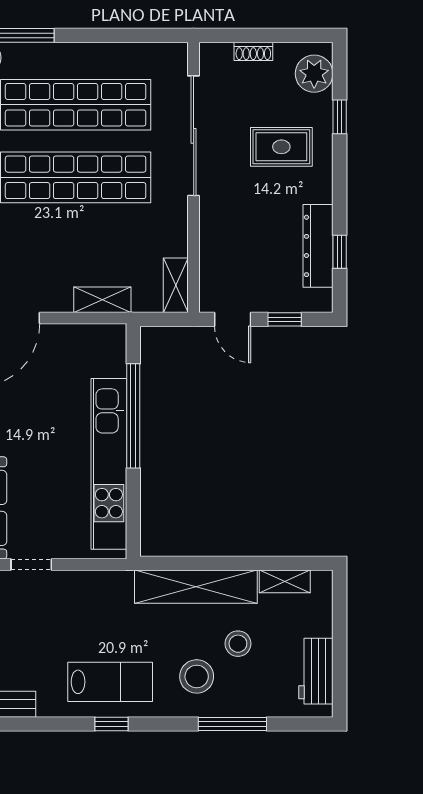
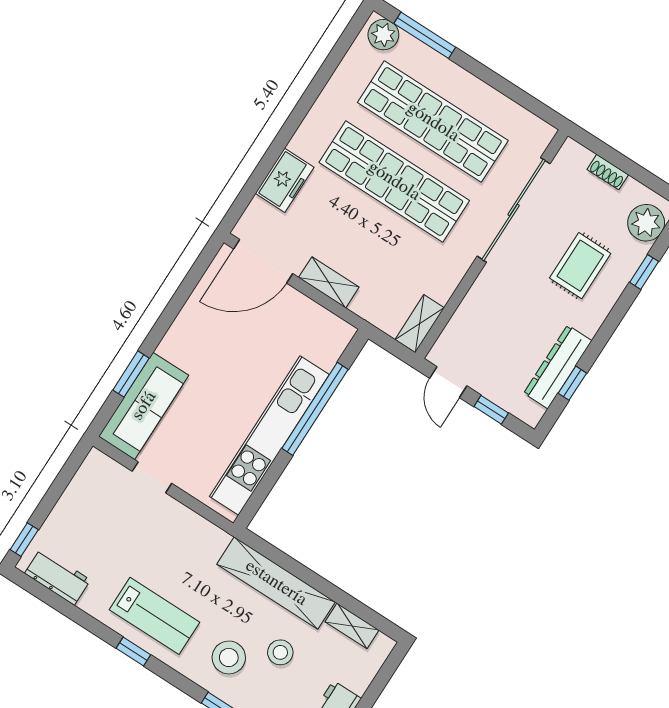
rug: (281, 147) -> (580, 266), turned 90
shelving: (102, 300) -> (329, 282), moved

